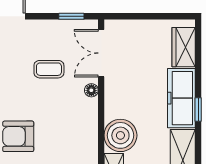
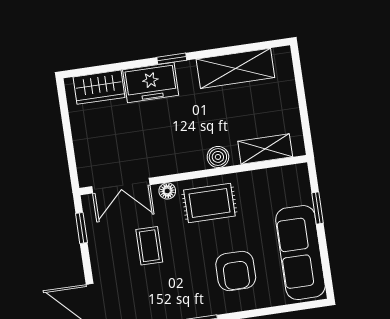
freezer: (181, 98) -> (151, 82), width x0.71
rug: (76, 123) -> (209, 203), added
boiler: (120, 135) -> (218, 157), width x0.54, depth x0.54

